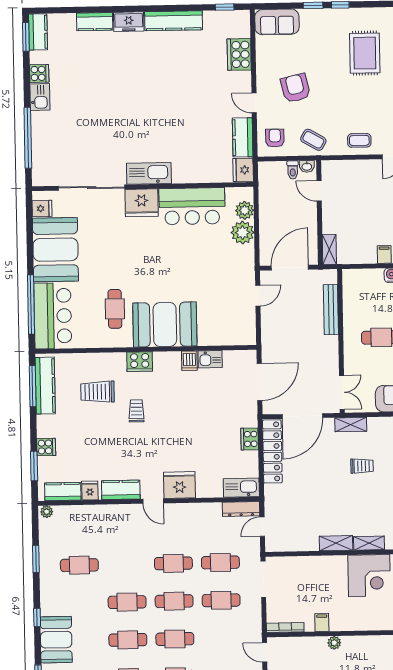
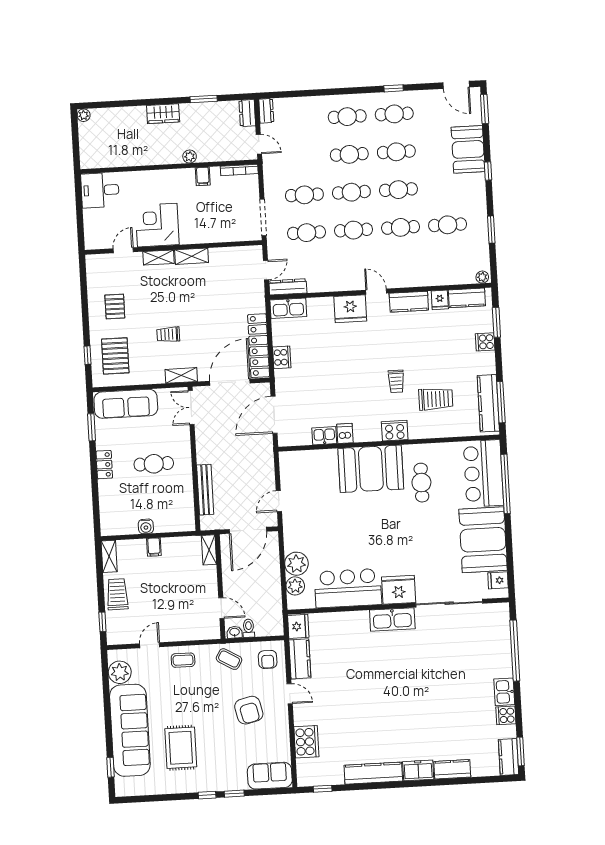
cafe table: (126, 564) -> (401, 227), added

